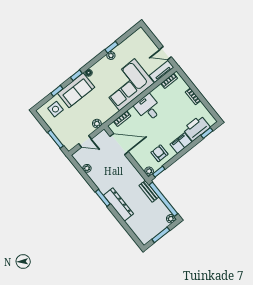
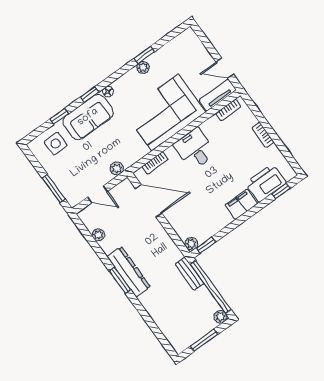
armchair: (159, 153) -> (208, 218), removed
dresser: (118, 205) -> (129, 272), moved

